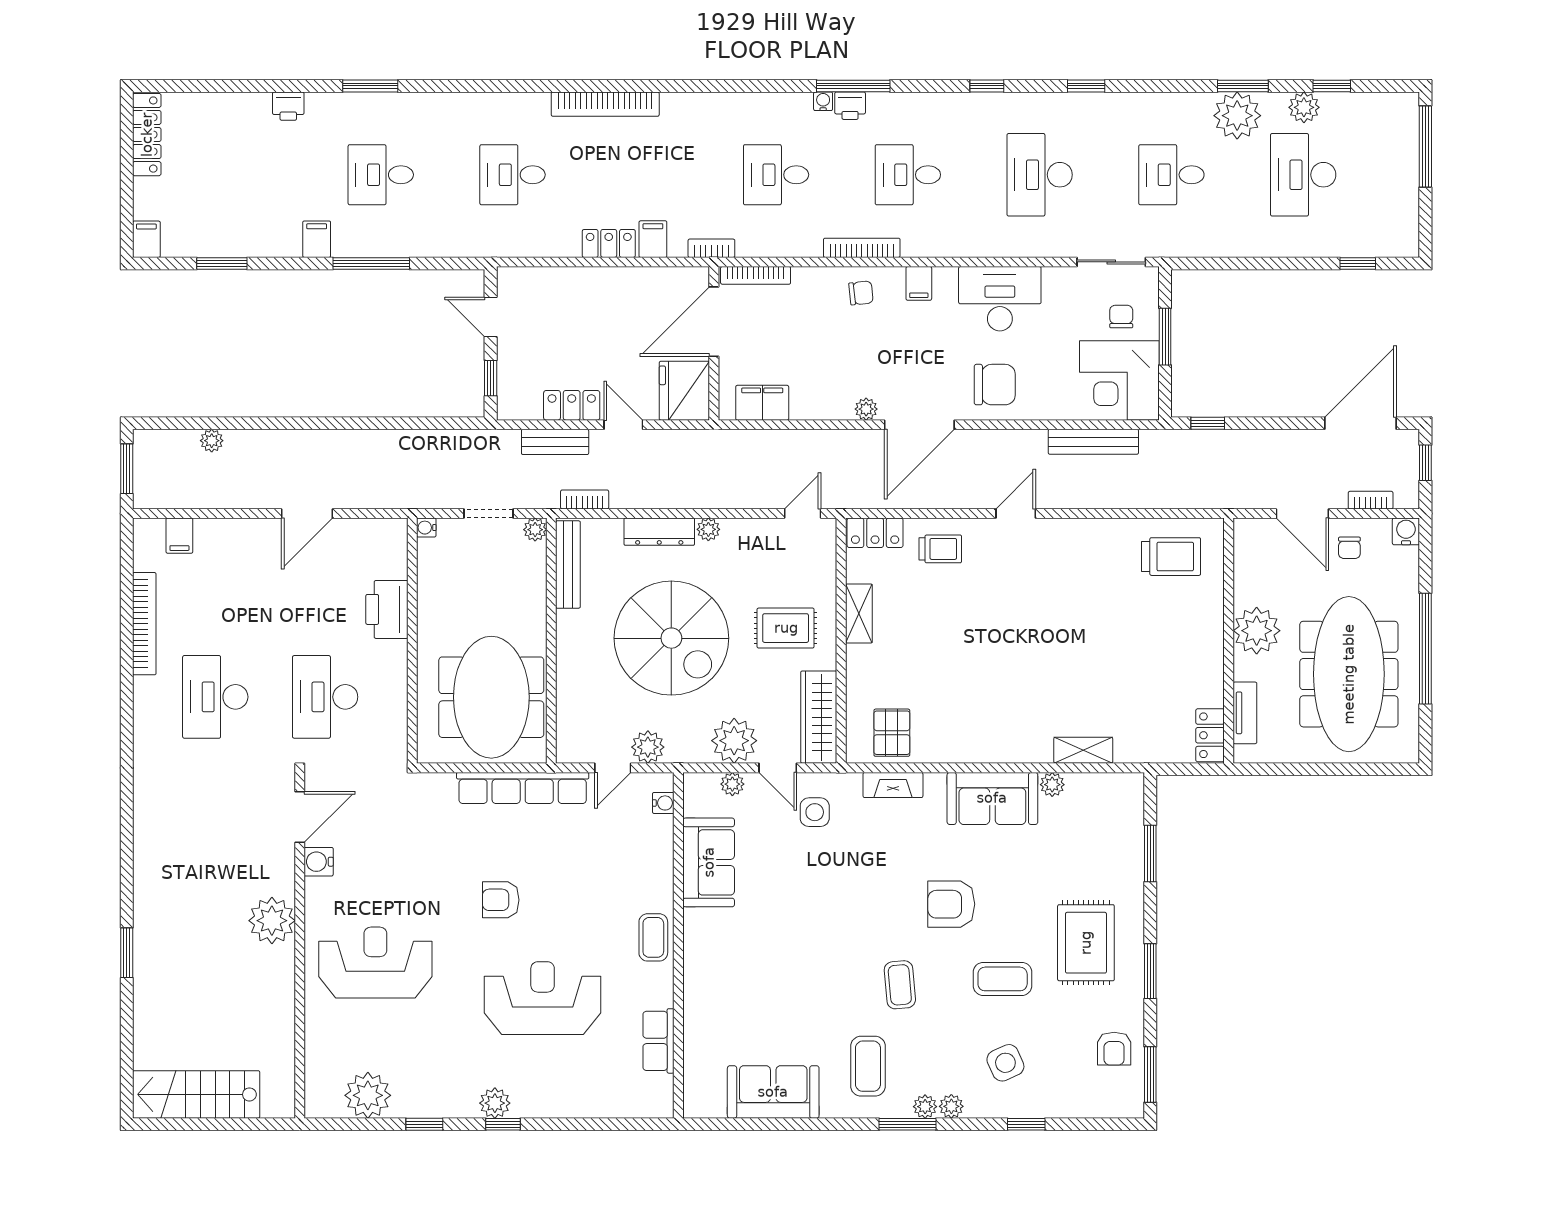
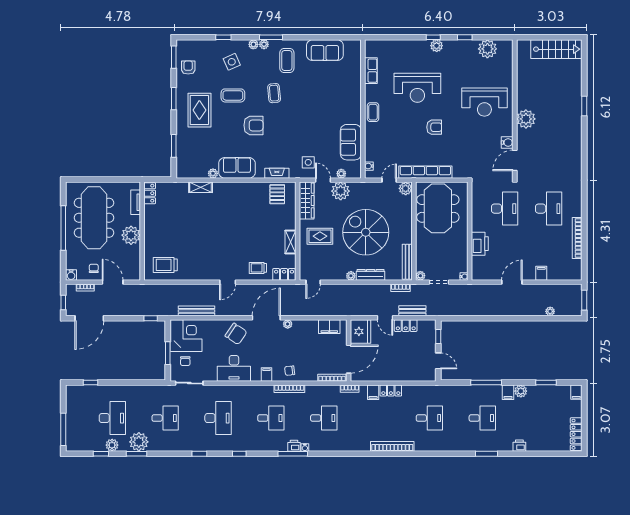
plant: (285, 242) -> (521, 391), added
chair: (995, 385) -> (236, 334), turned -146
filing cabinet: (179, 536) -> (541, 273), moved
plant: (648, 747) -> (406, 188), moved

